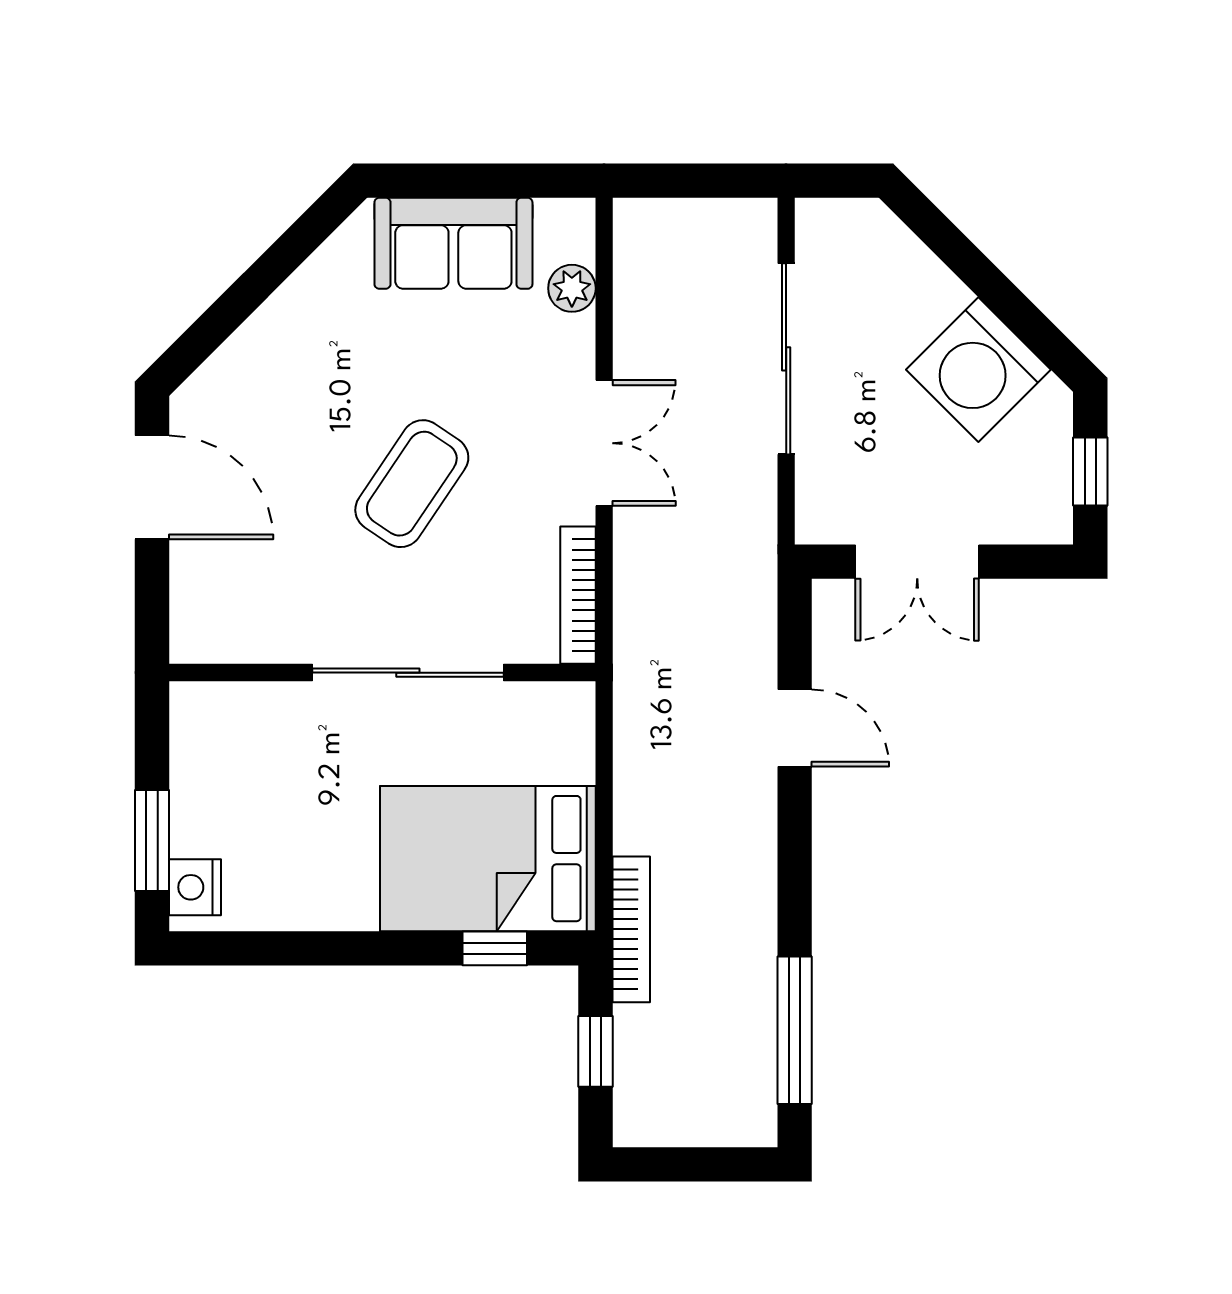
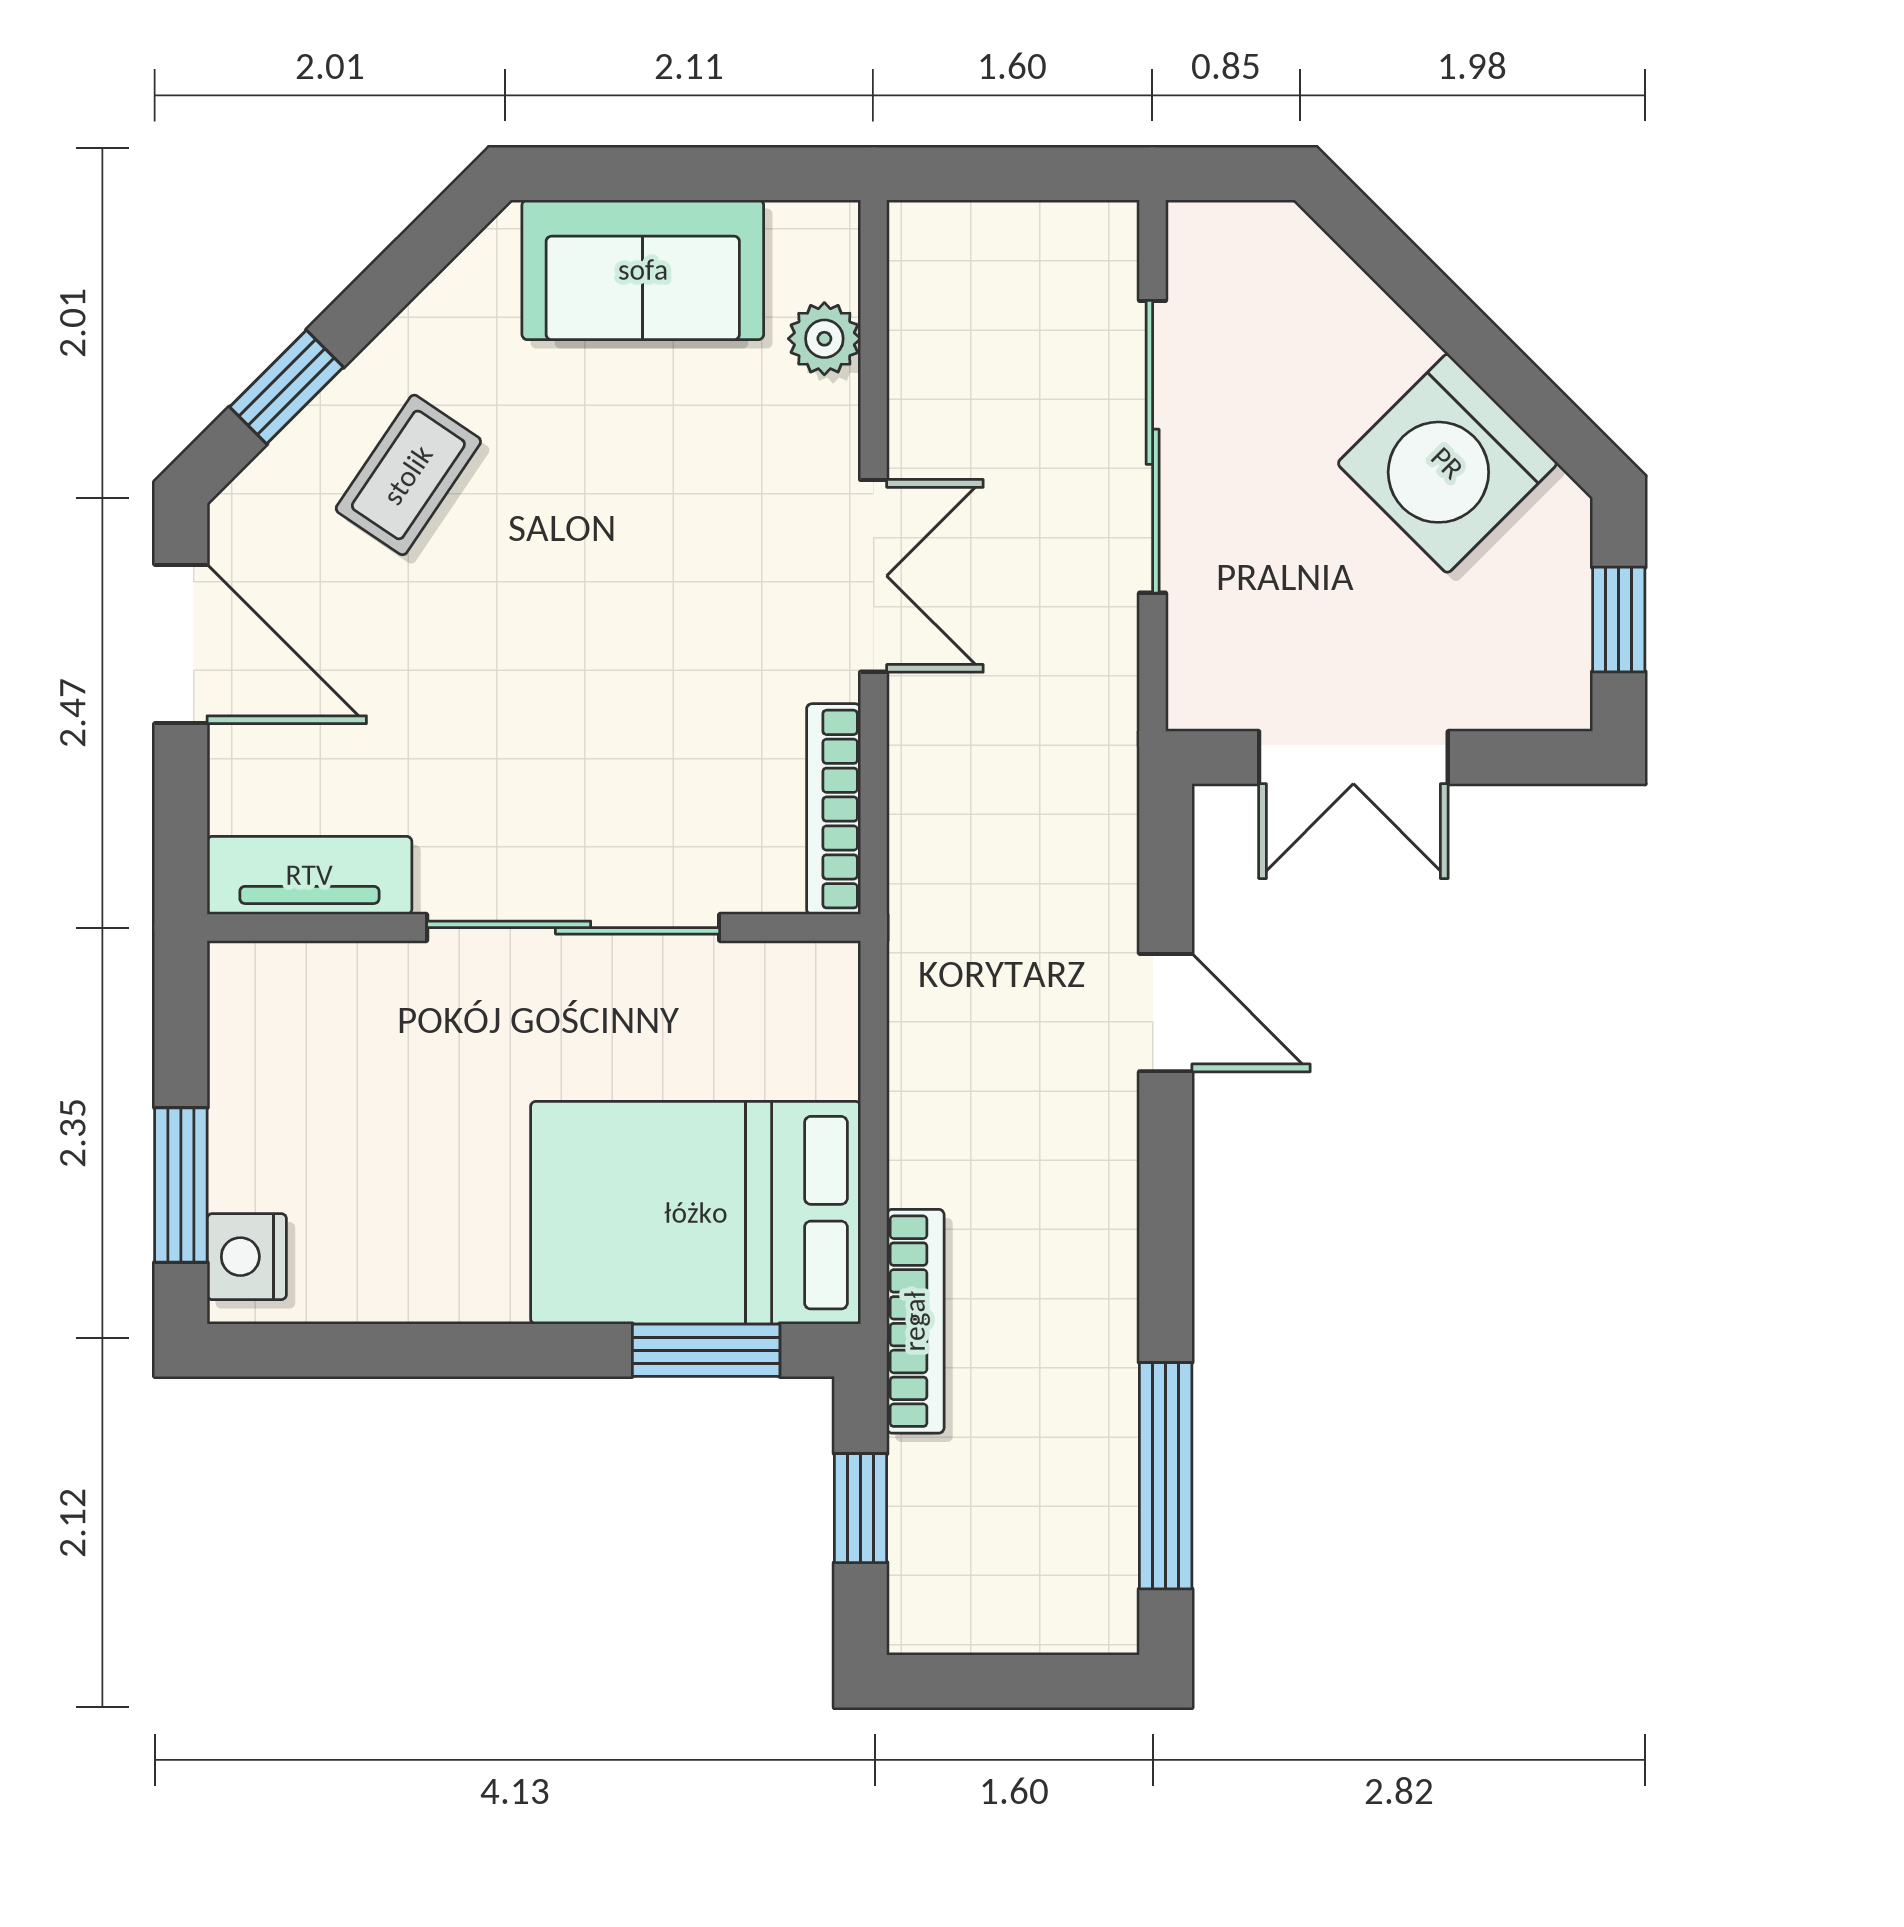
window: (221, 320) -> (287, 387), added
coffee table: (412, 484) -> (408, 475), moved, width x0.73, depth x0.77
tv unit: (236, 638) -> (309, 875), added
window: (495, 948) -> (706, 1350), width x1.50

